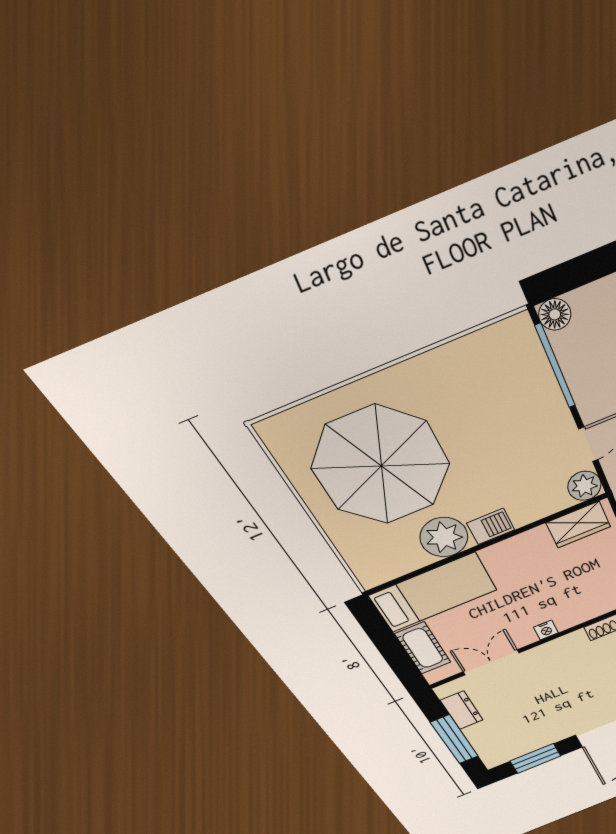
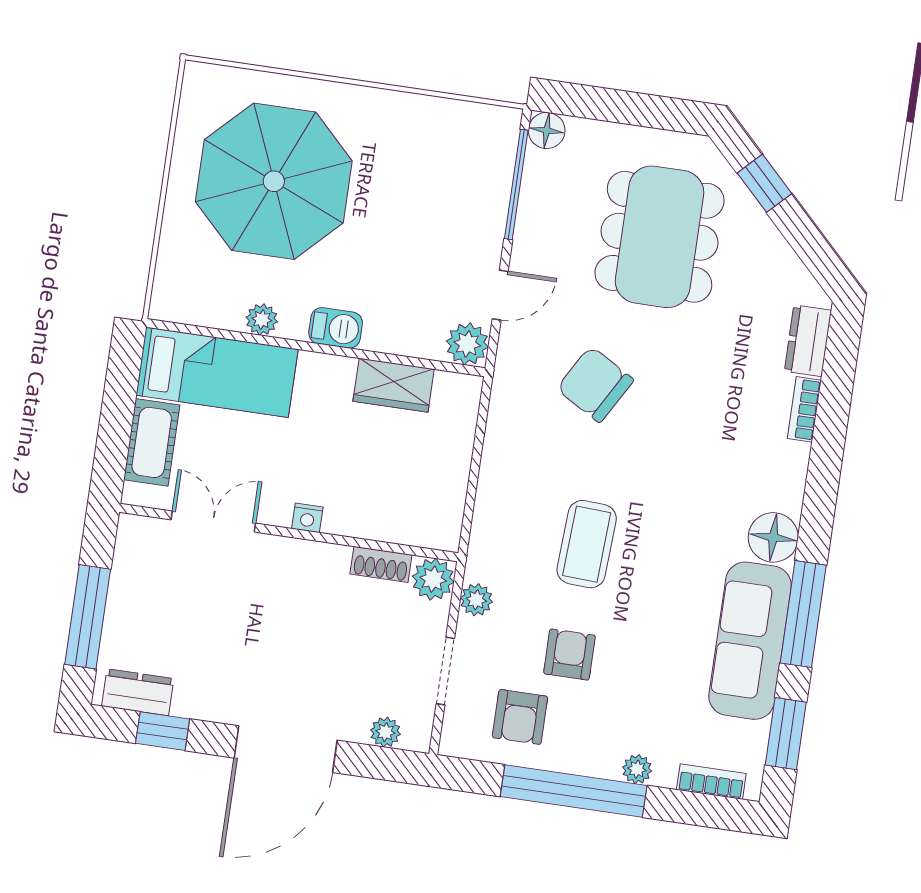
wardrobe: (578, 525) -> (394, 385), moved
plant: (444, 537) -> (262, 319), width x0.53, depth x0.53
dresser: (462, 710) -> (138, 692), moved, turned -90
window: (535, 758) -> (163, 731), width x0.67

